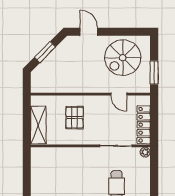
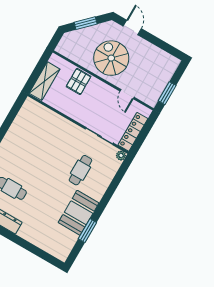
spiral stairs: (123, 58) -> (111, 58), moved, turned 90
pallet: (75, 118) -> (79, 81), moved

